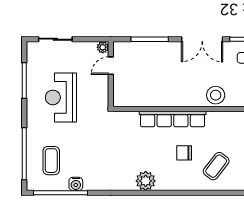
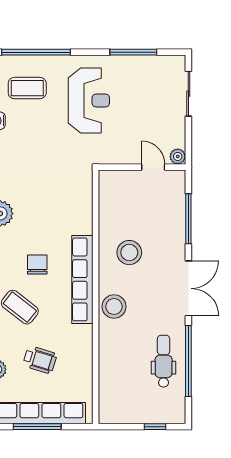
double door: (202, 39) -> (188, 288), swing flipped
stool: (175, 84) -> (129, 253), added
reception desk: (61, 97) -> (89, 101), moved, turned 90
row of seats: (173, 119) -> (82, 279), moved

